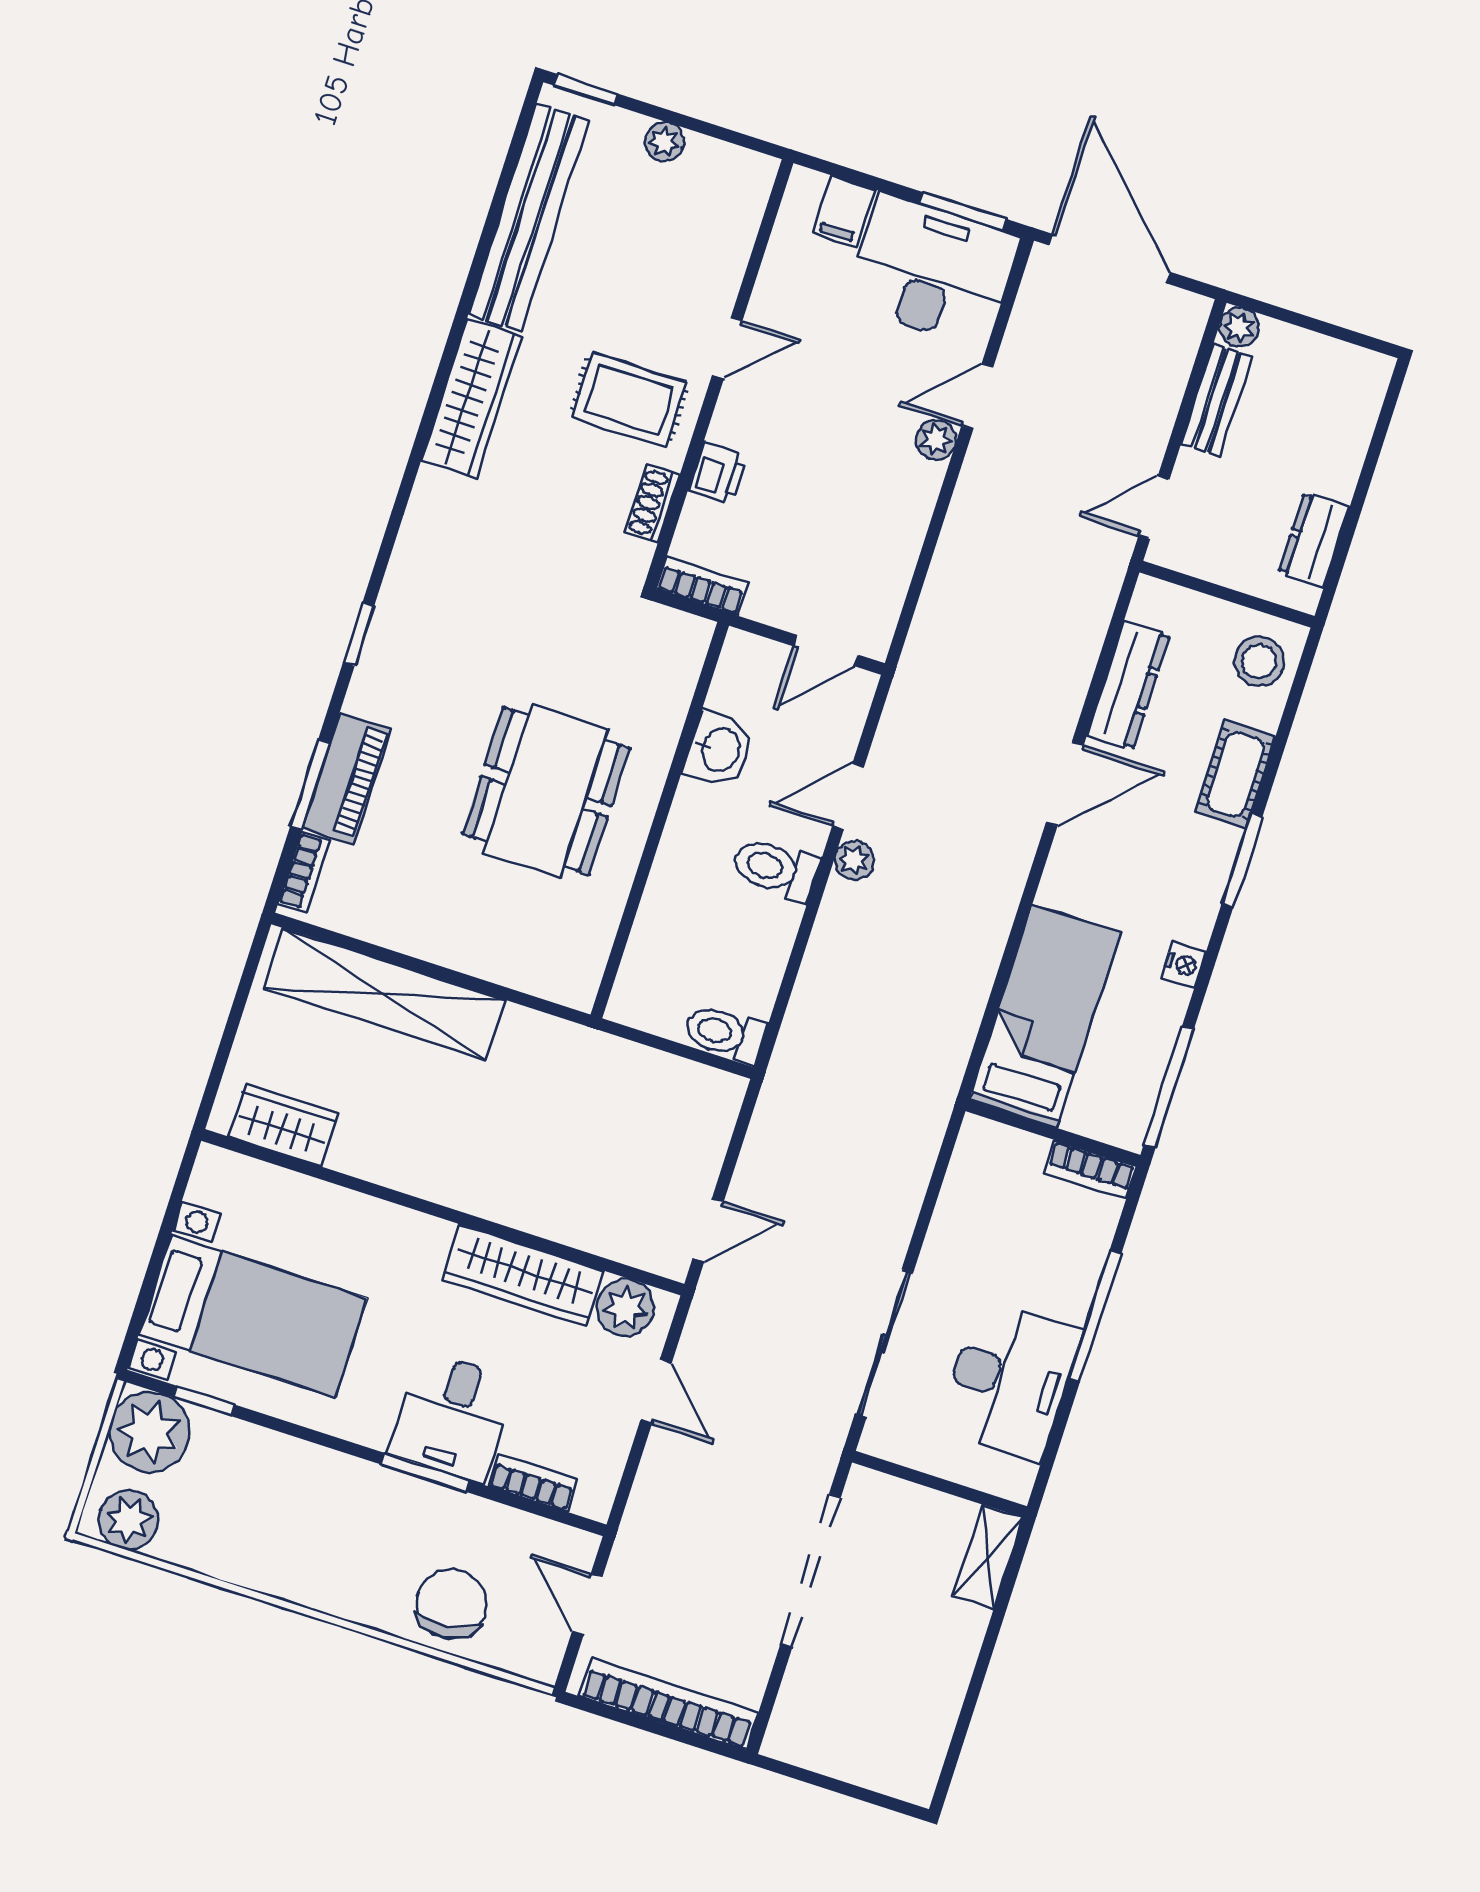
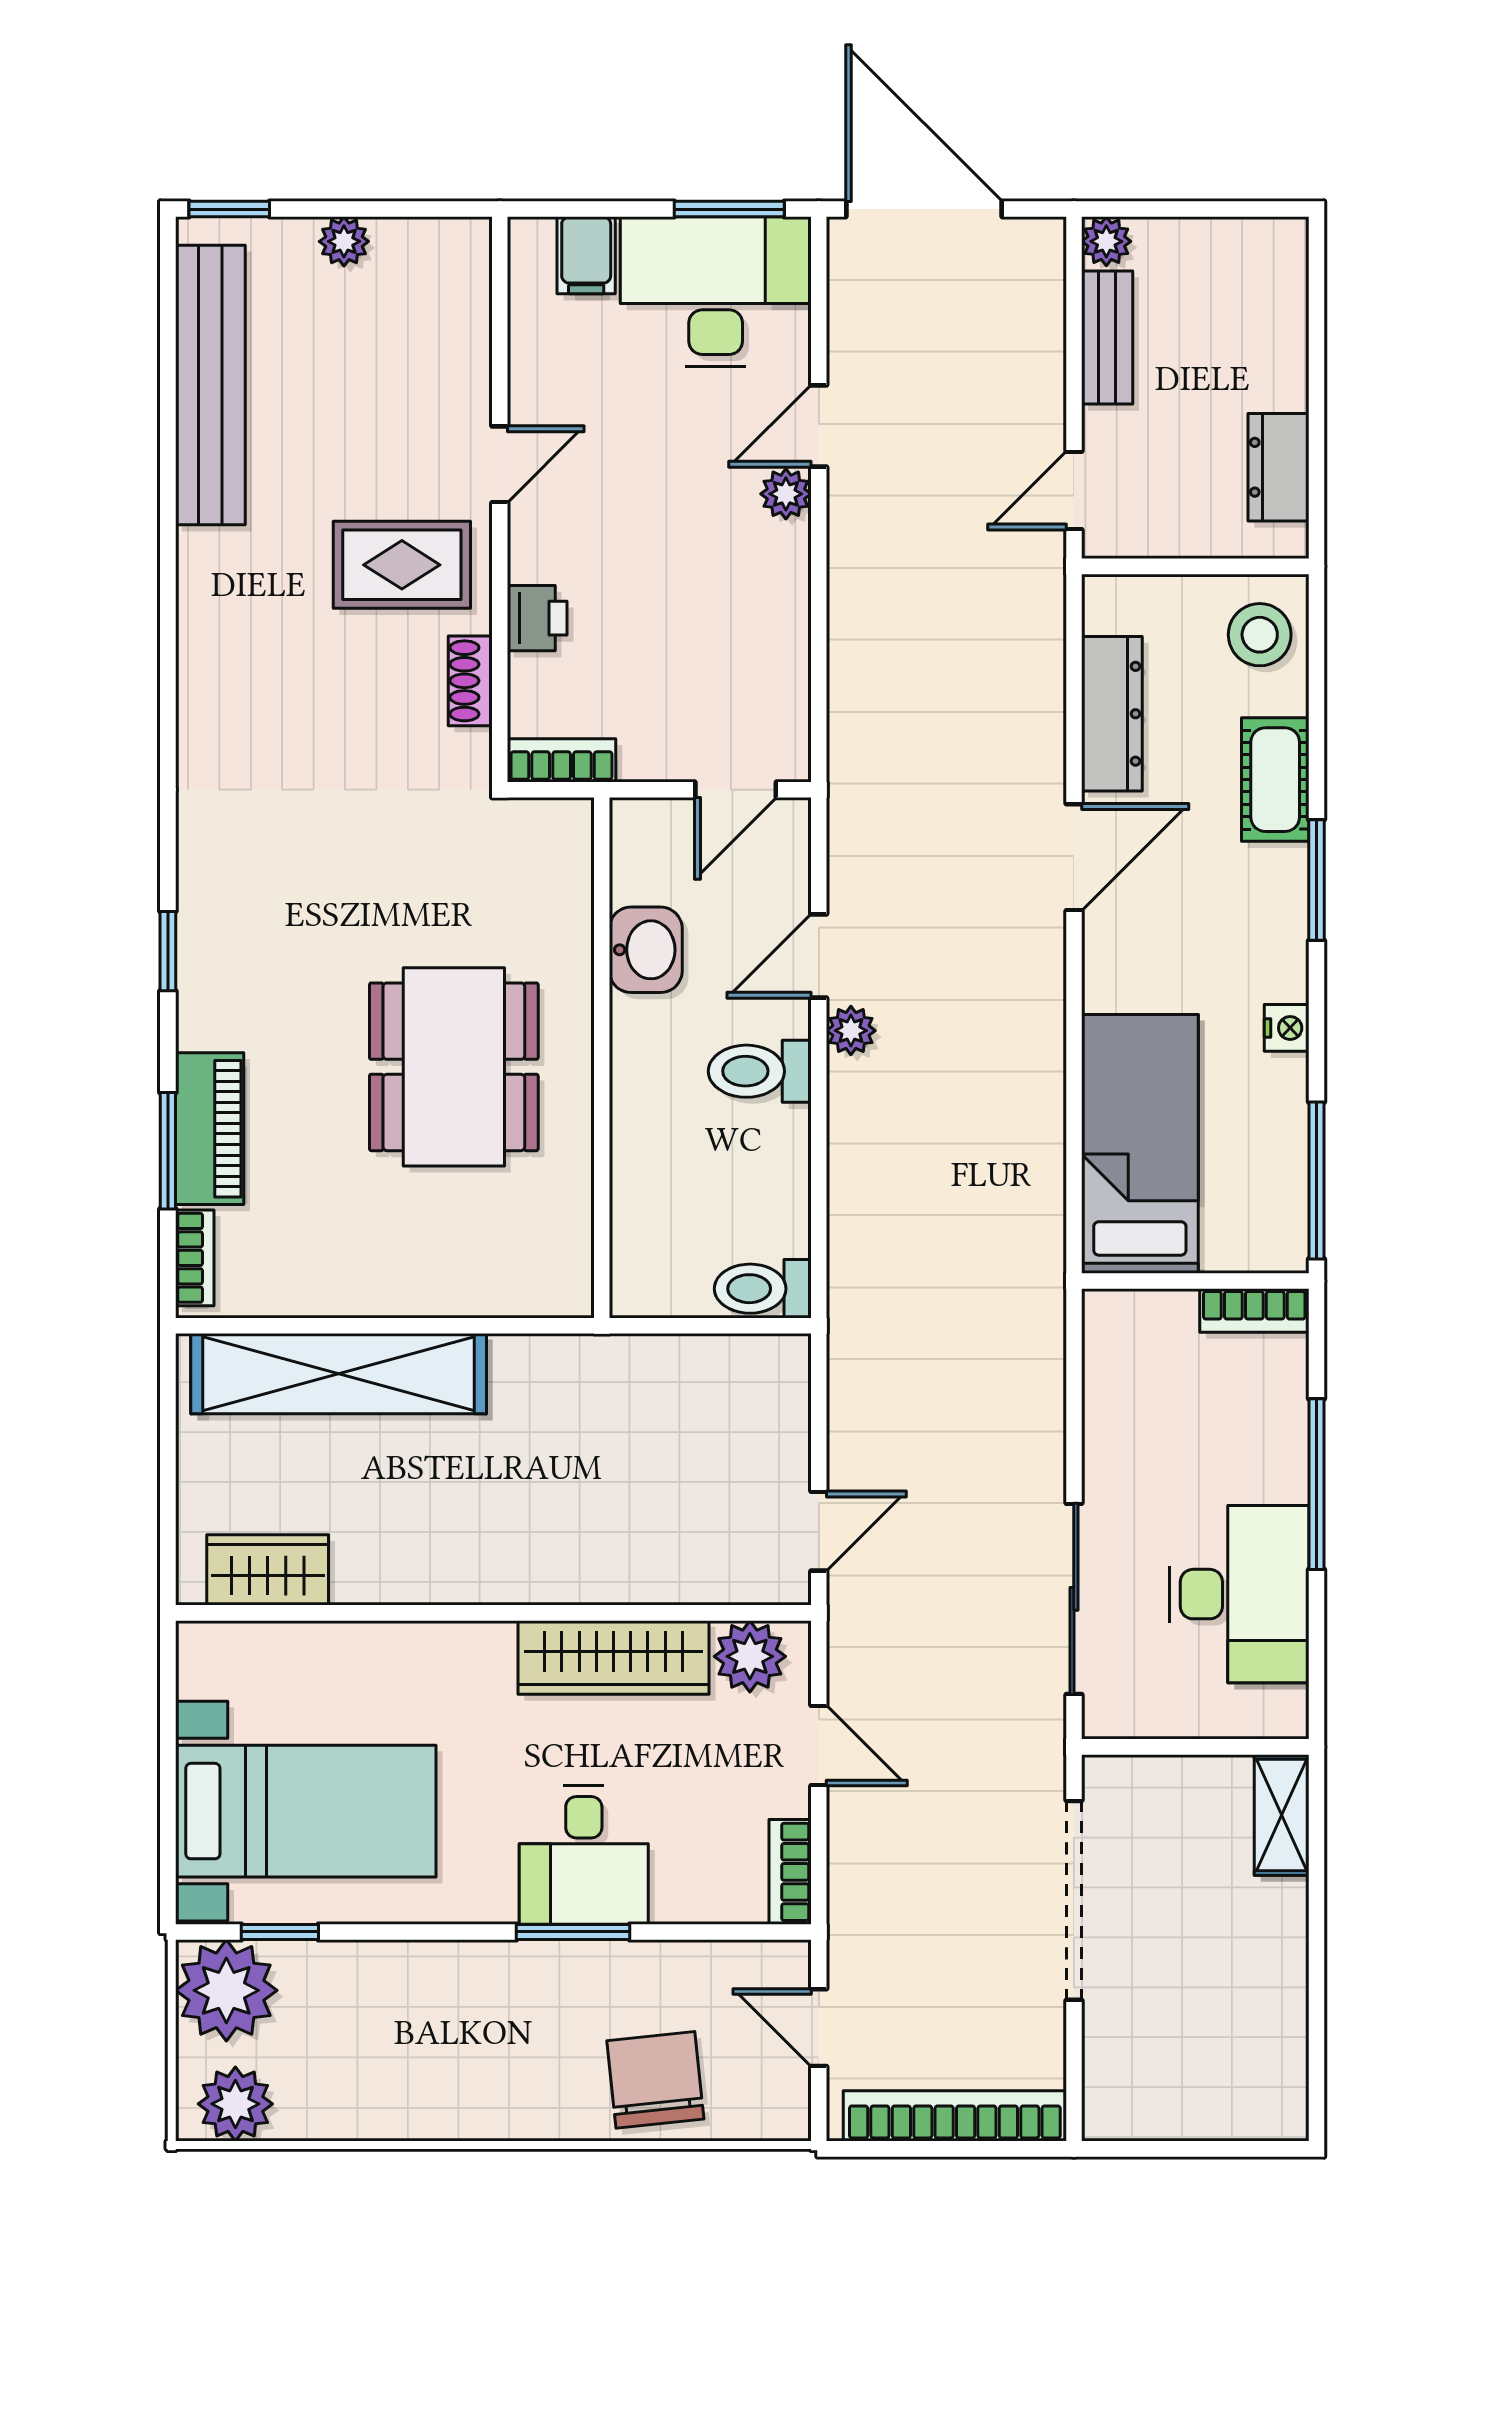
wardrobe: (471, 398) -> (212, 624), removed
bookcase: (532, 1483) -> (790, 1872), moved, turned -90

